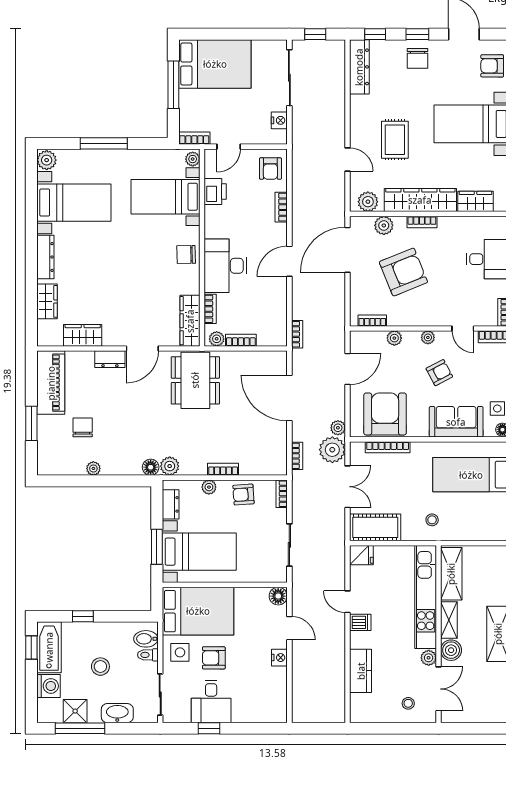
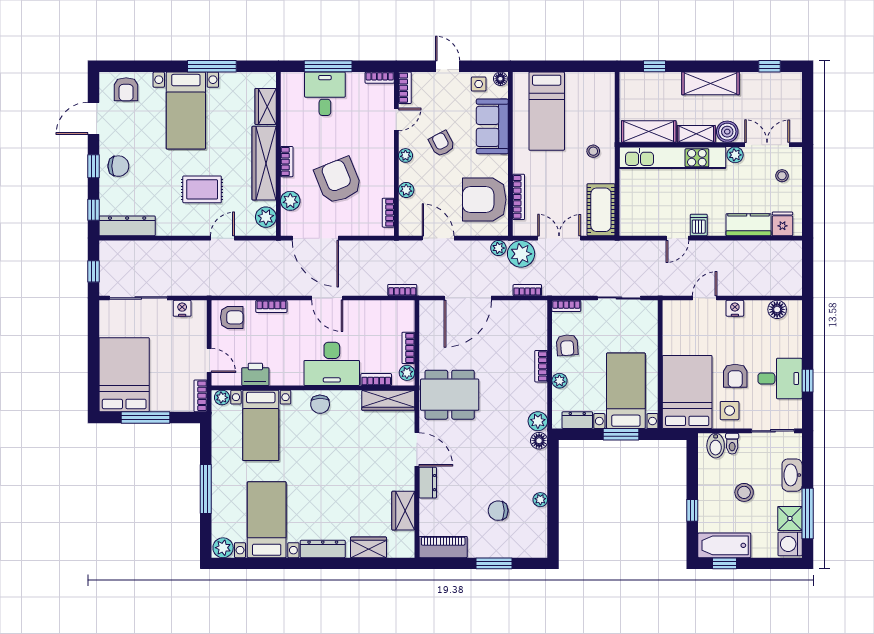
piano: (51, 383) -> (443, 547), width x0.73, depth x0.75
fridge: (361, 555) -> (782, 224), moved
floor lamp: (278, 596) -> (777, 309), moved
washing machine: (49, 686) -> (790, 544), moved, turned -90

